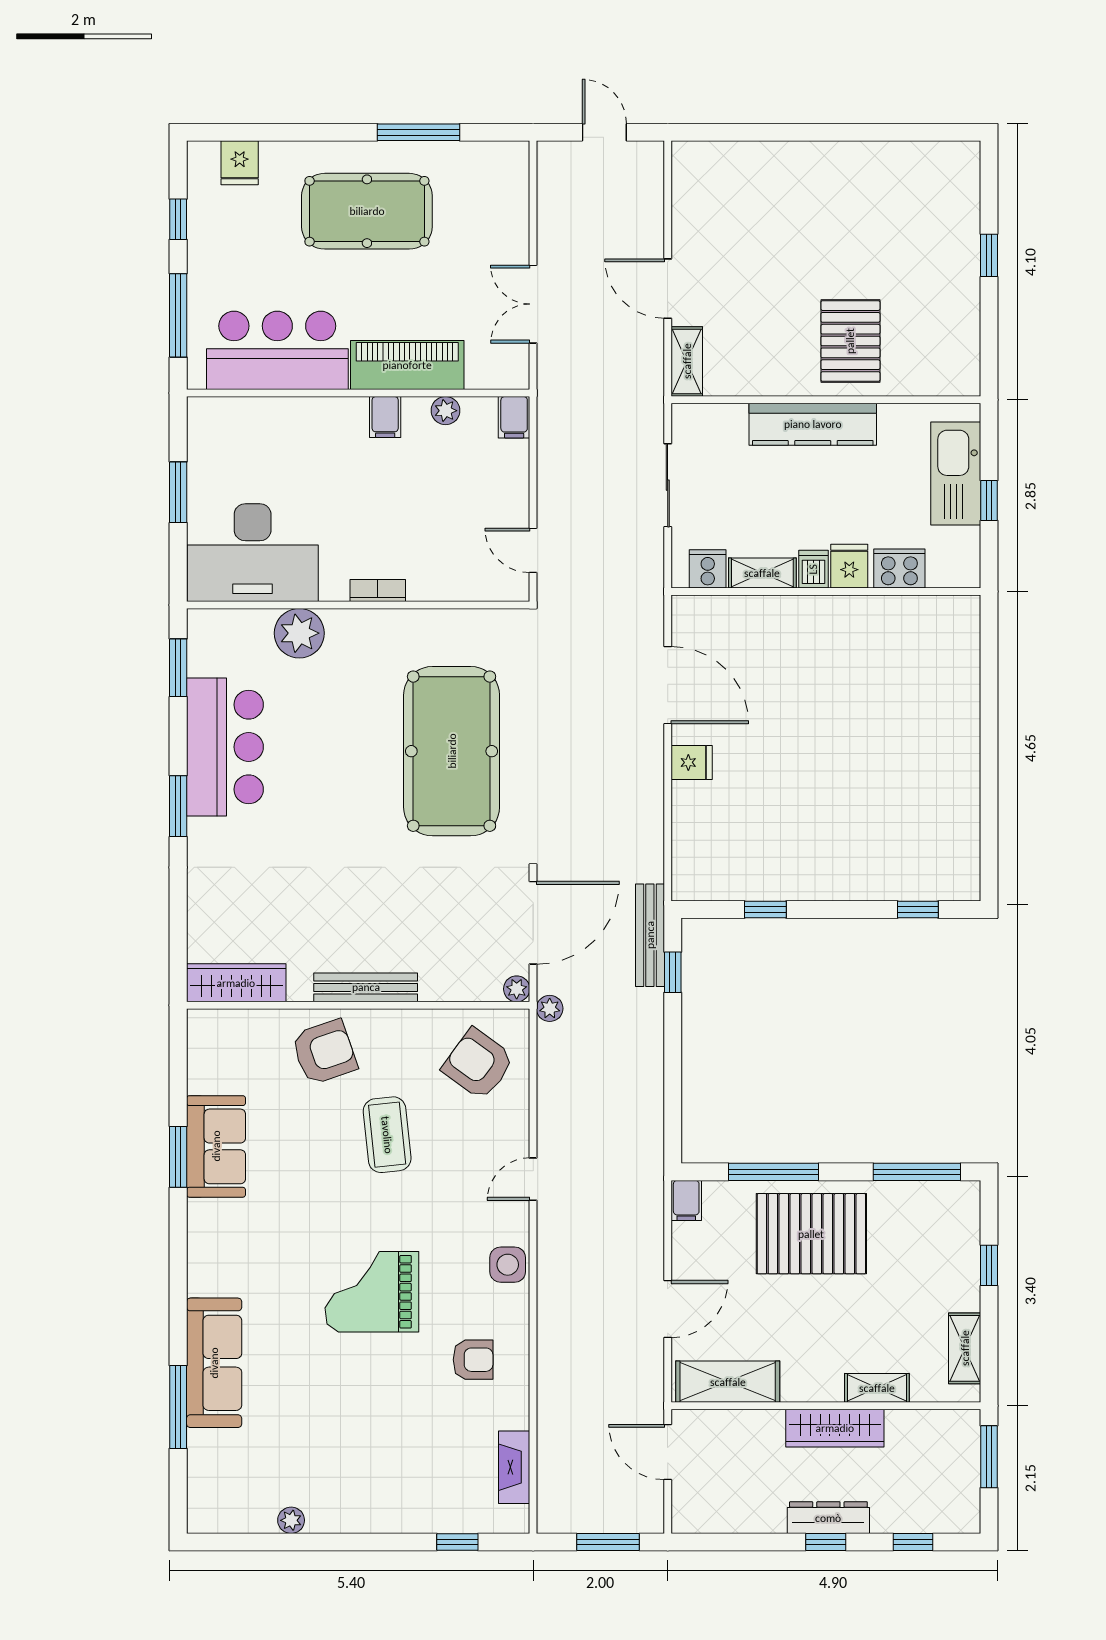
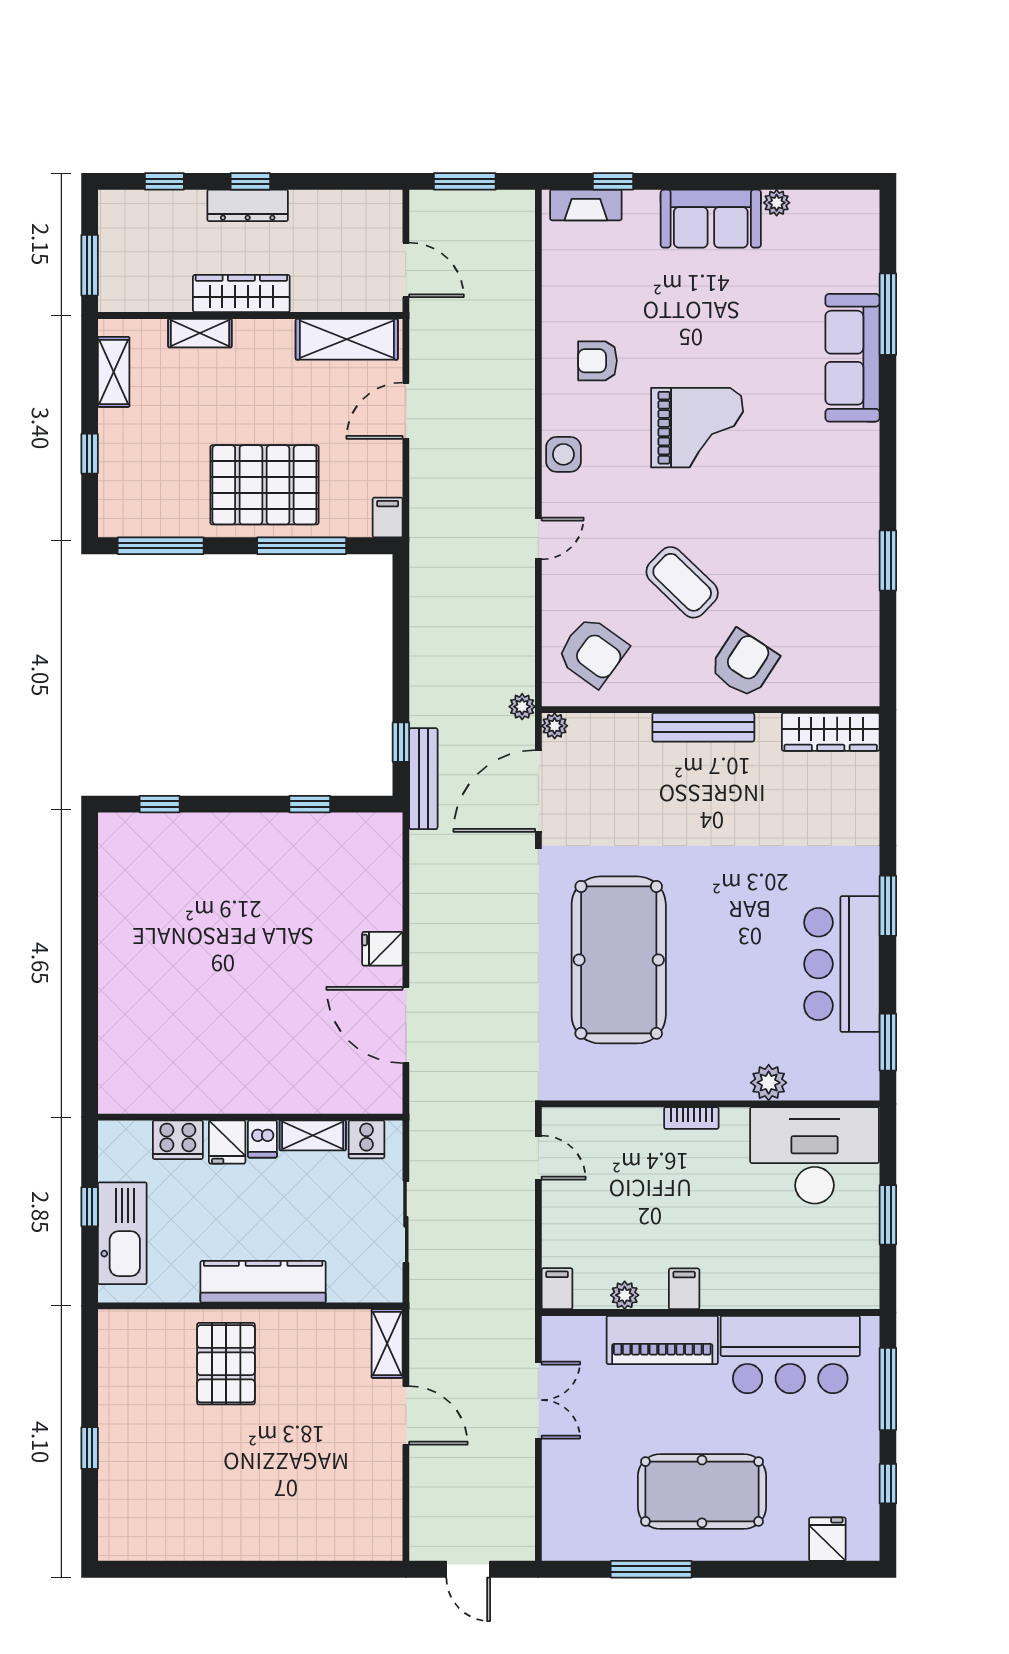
plant: (299, 633) -> (769, 1083), width x0.73, depth x0.73
armchair: (324, 1052) -> (744, 664), turned 142
coffee table: (387, 1135) -> (682, 582), turned -40
sofa: (216, 1146) -> (711, 219), moved, turned -90
fireplace: (514, 1467) -> (586, 205), moved, turned 90

